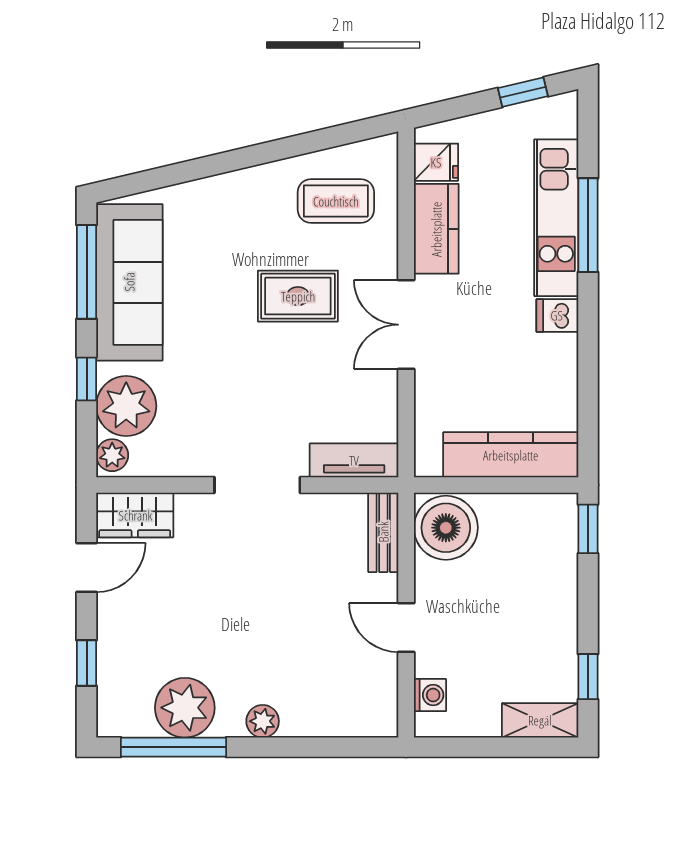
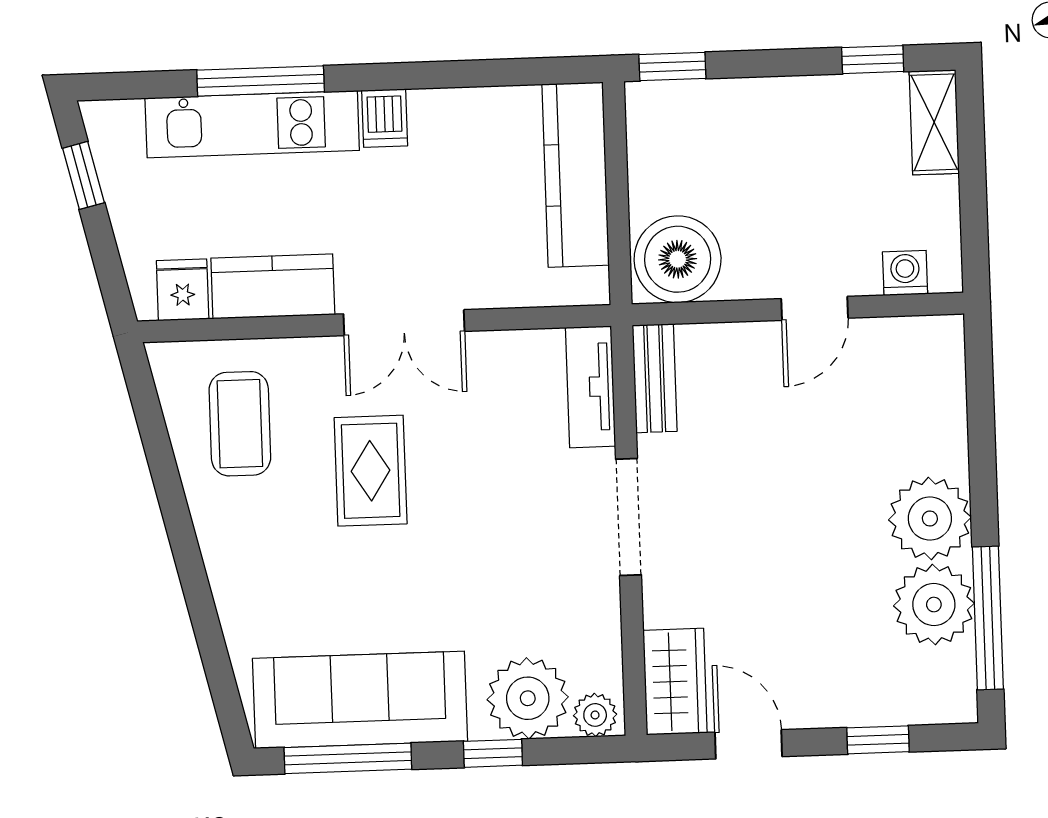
bench: (383, 532) -> (655, 378), moved, turned 90
plant: (263, 721) -> (930, 519), width x1.87, depth x1.87

